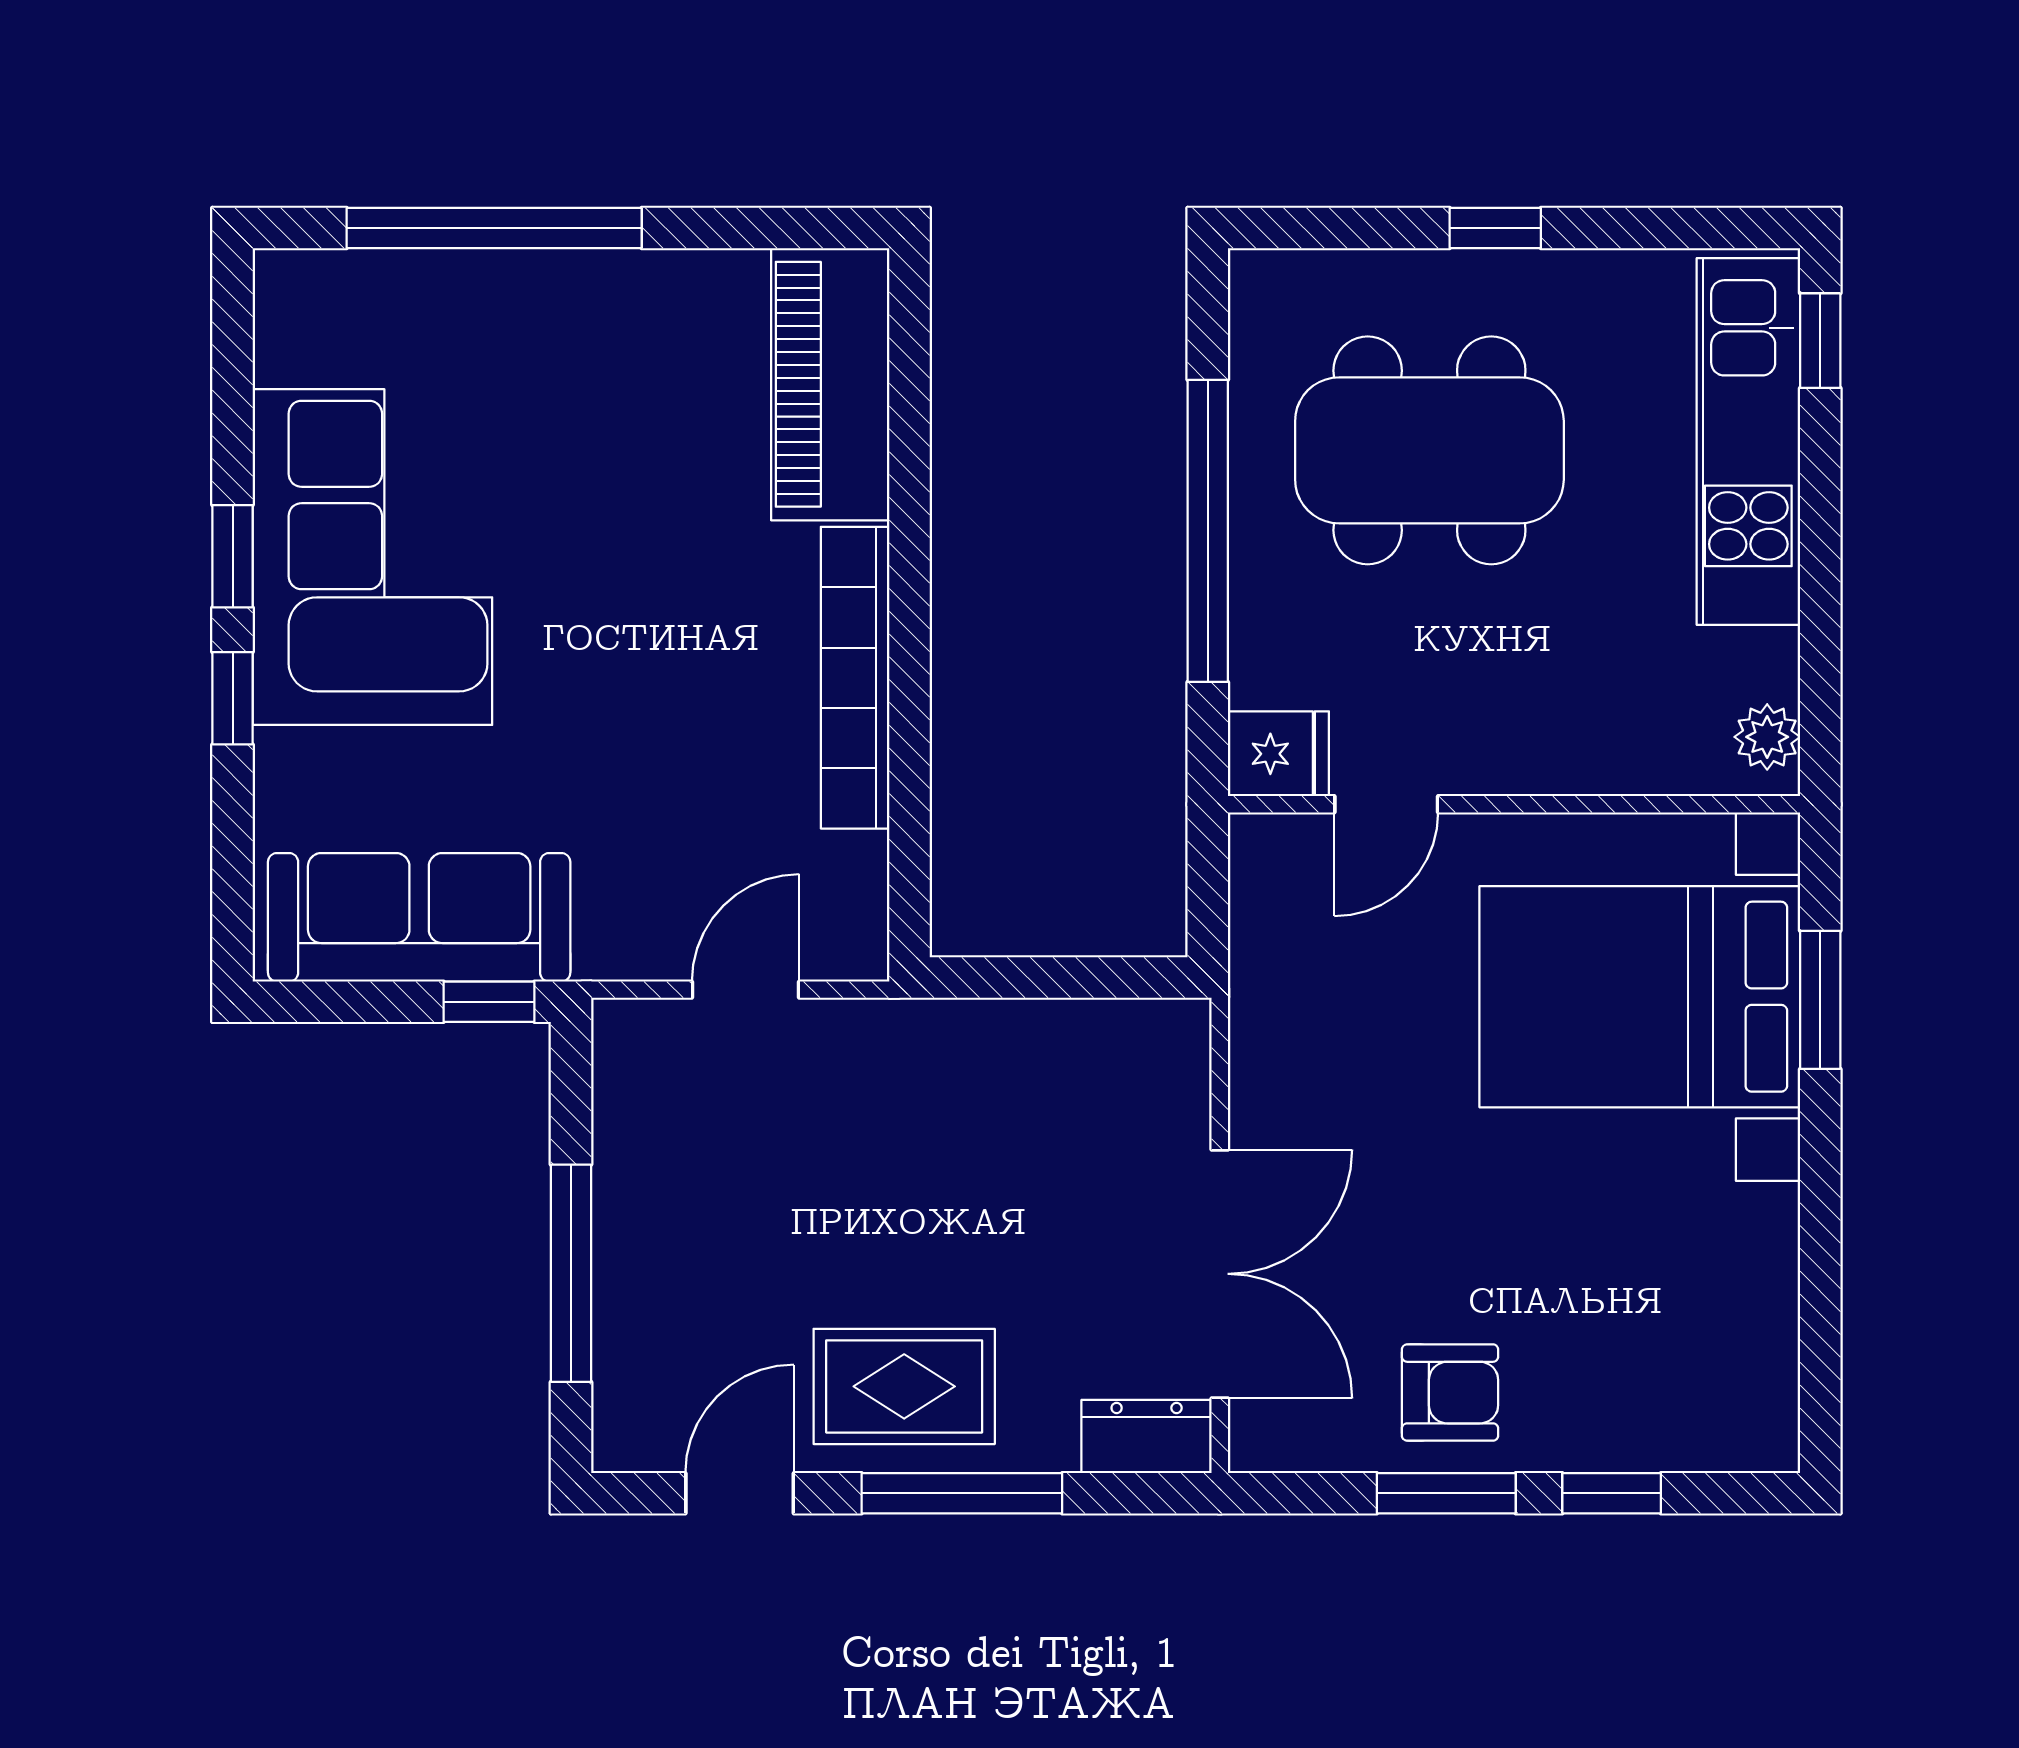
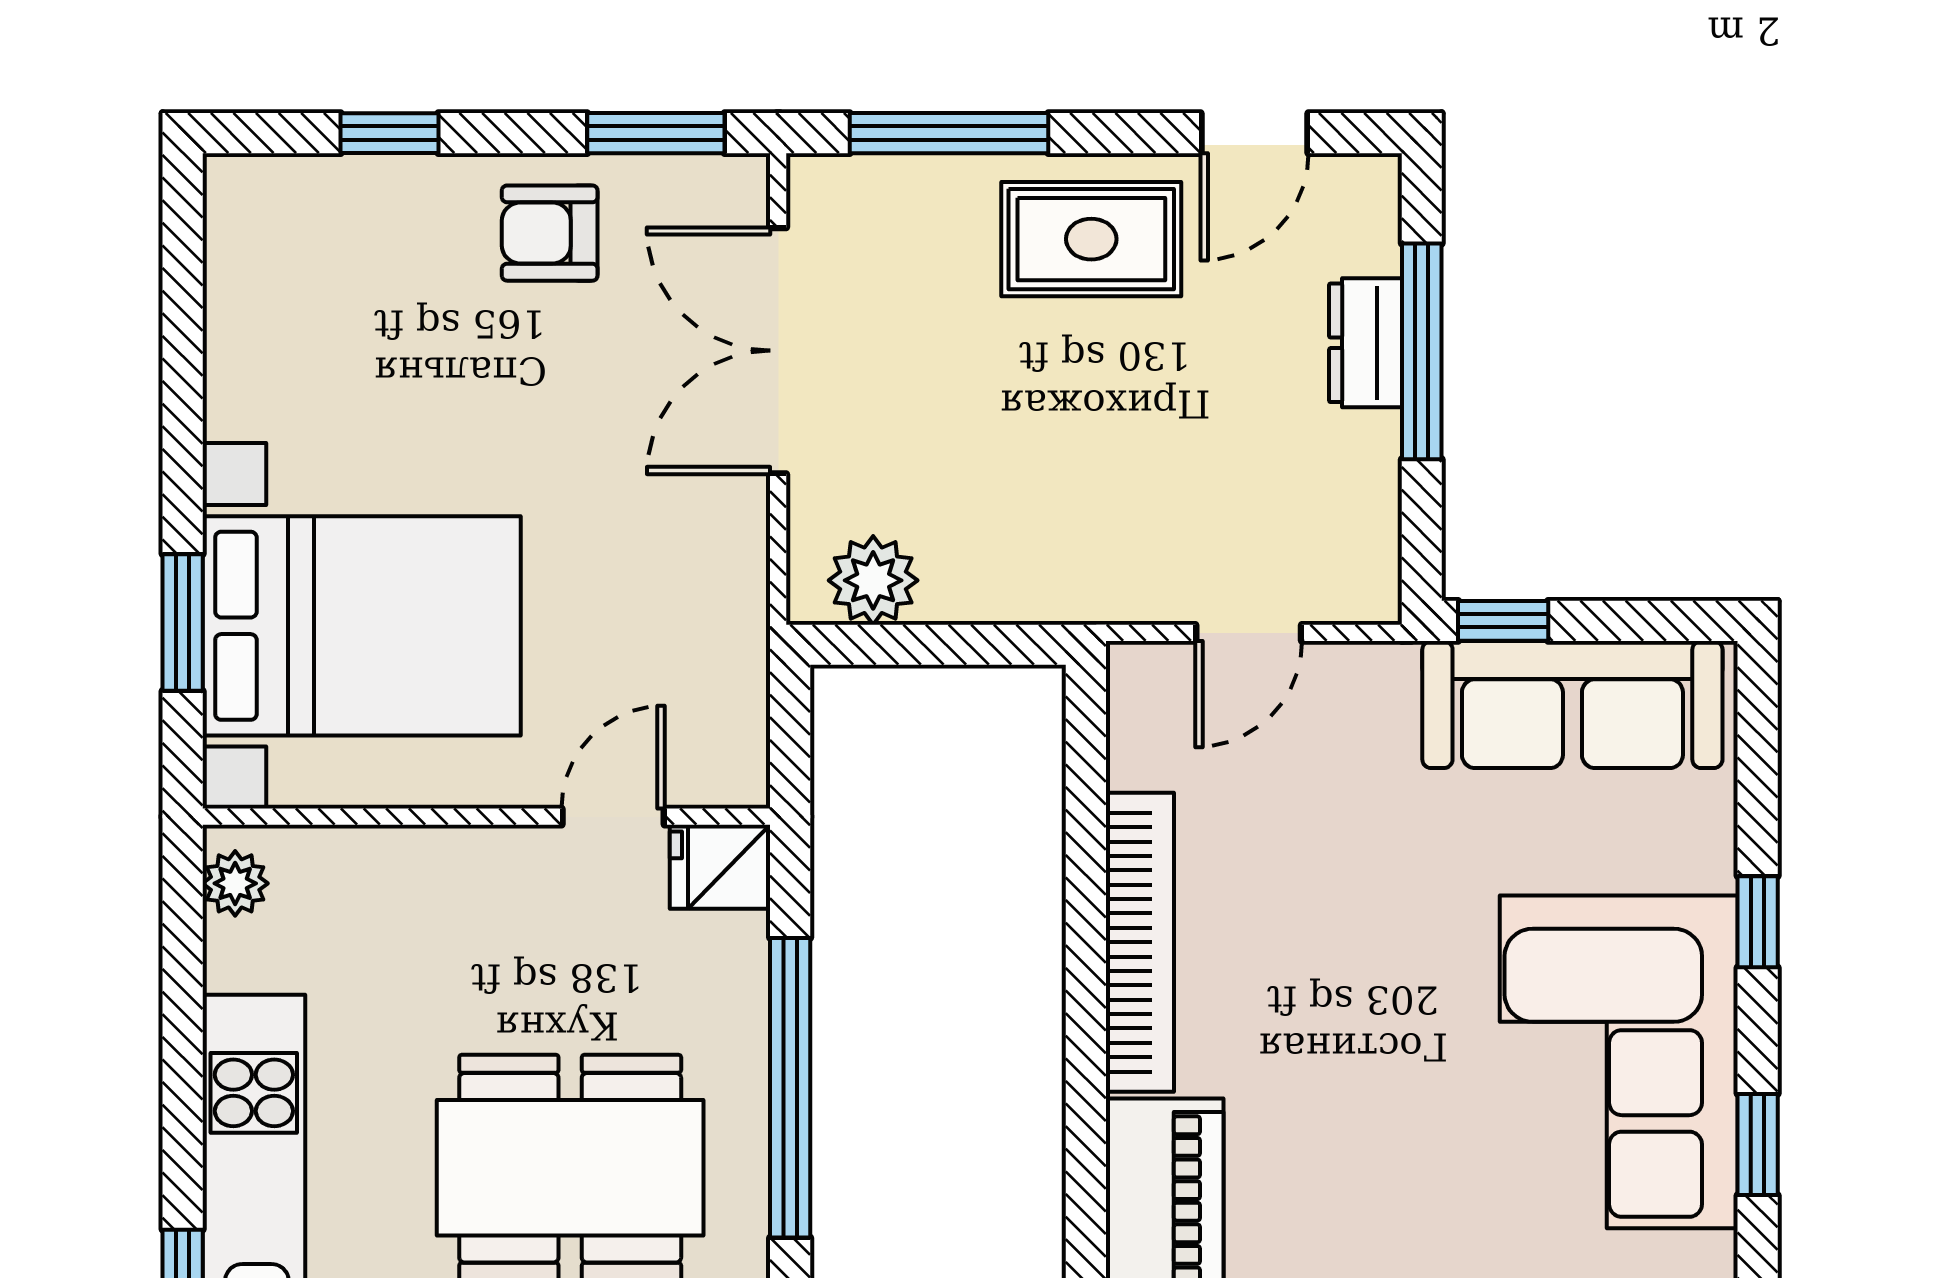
window: (233, 556) -> (1758, 1144), moved
plant: (1124, 1042) -> (873, 580), added
dresser: (1147, 1437) -> (1365, 343), moved, turned 90
window: (962, 1493) -> (949, 133), moved
window: (1446, 1493) -> (656, 133), moved

